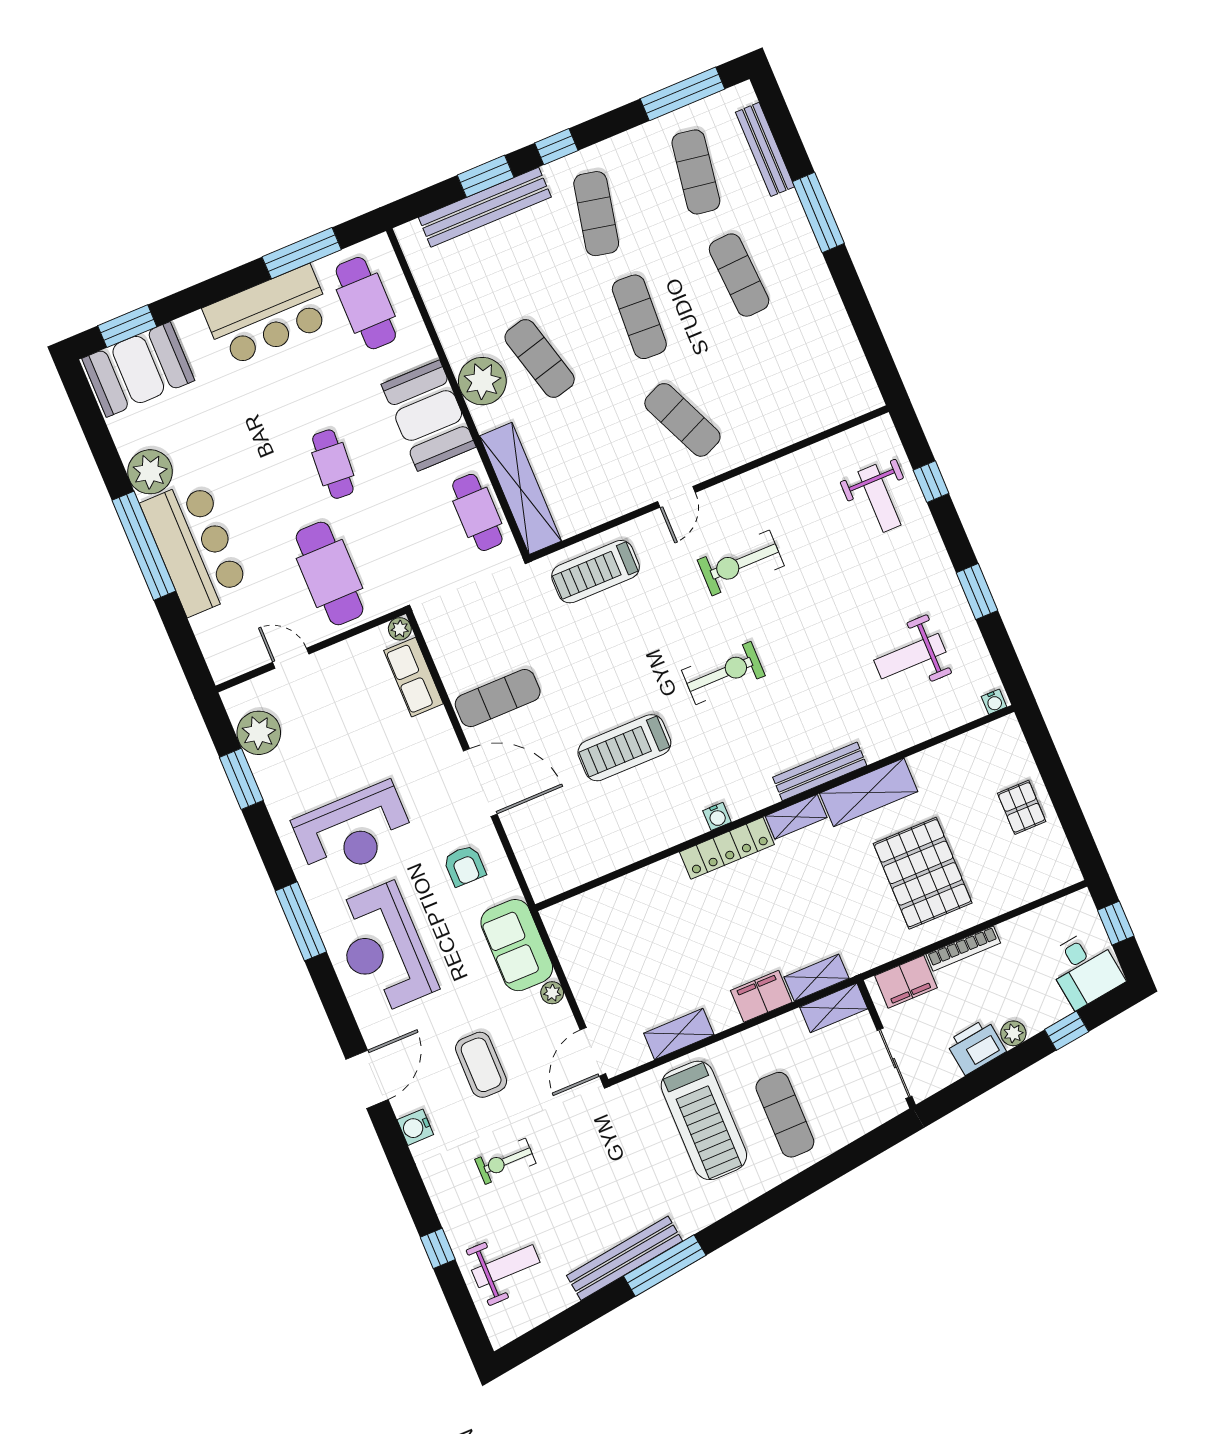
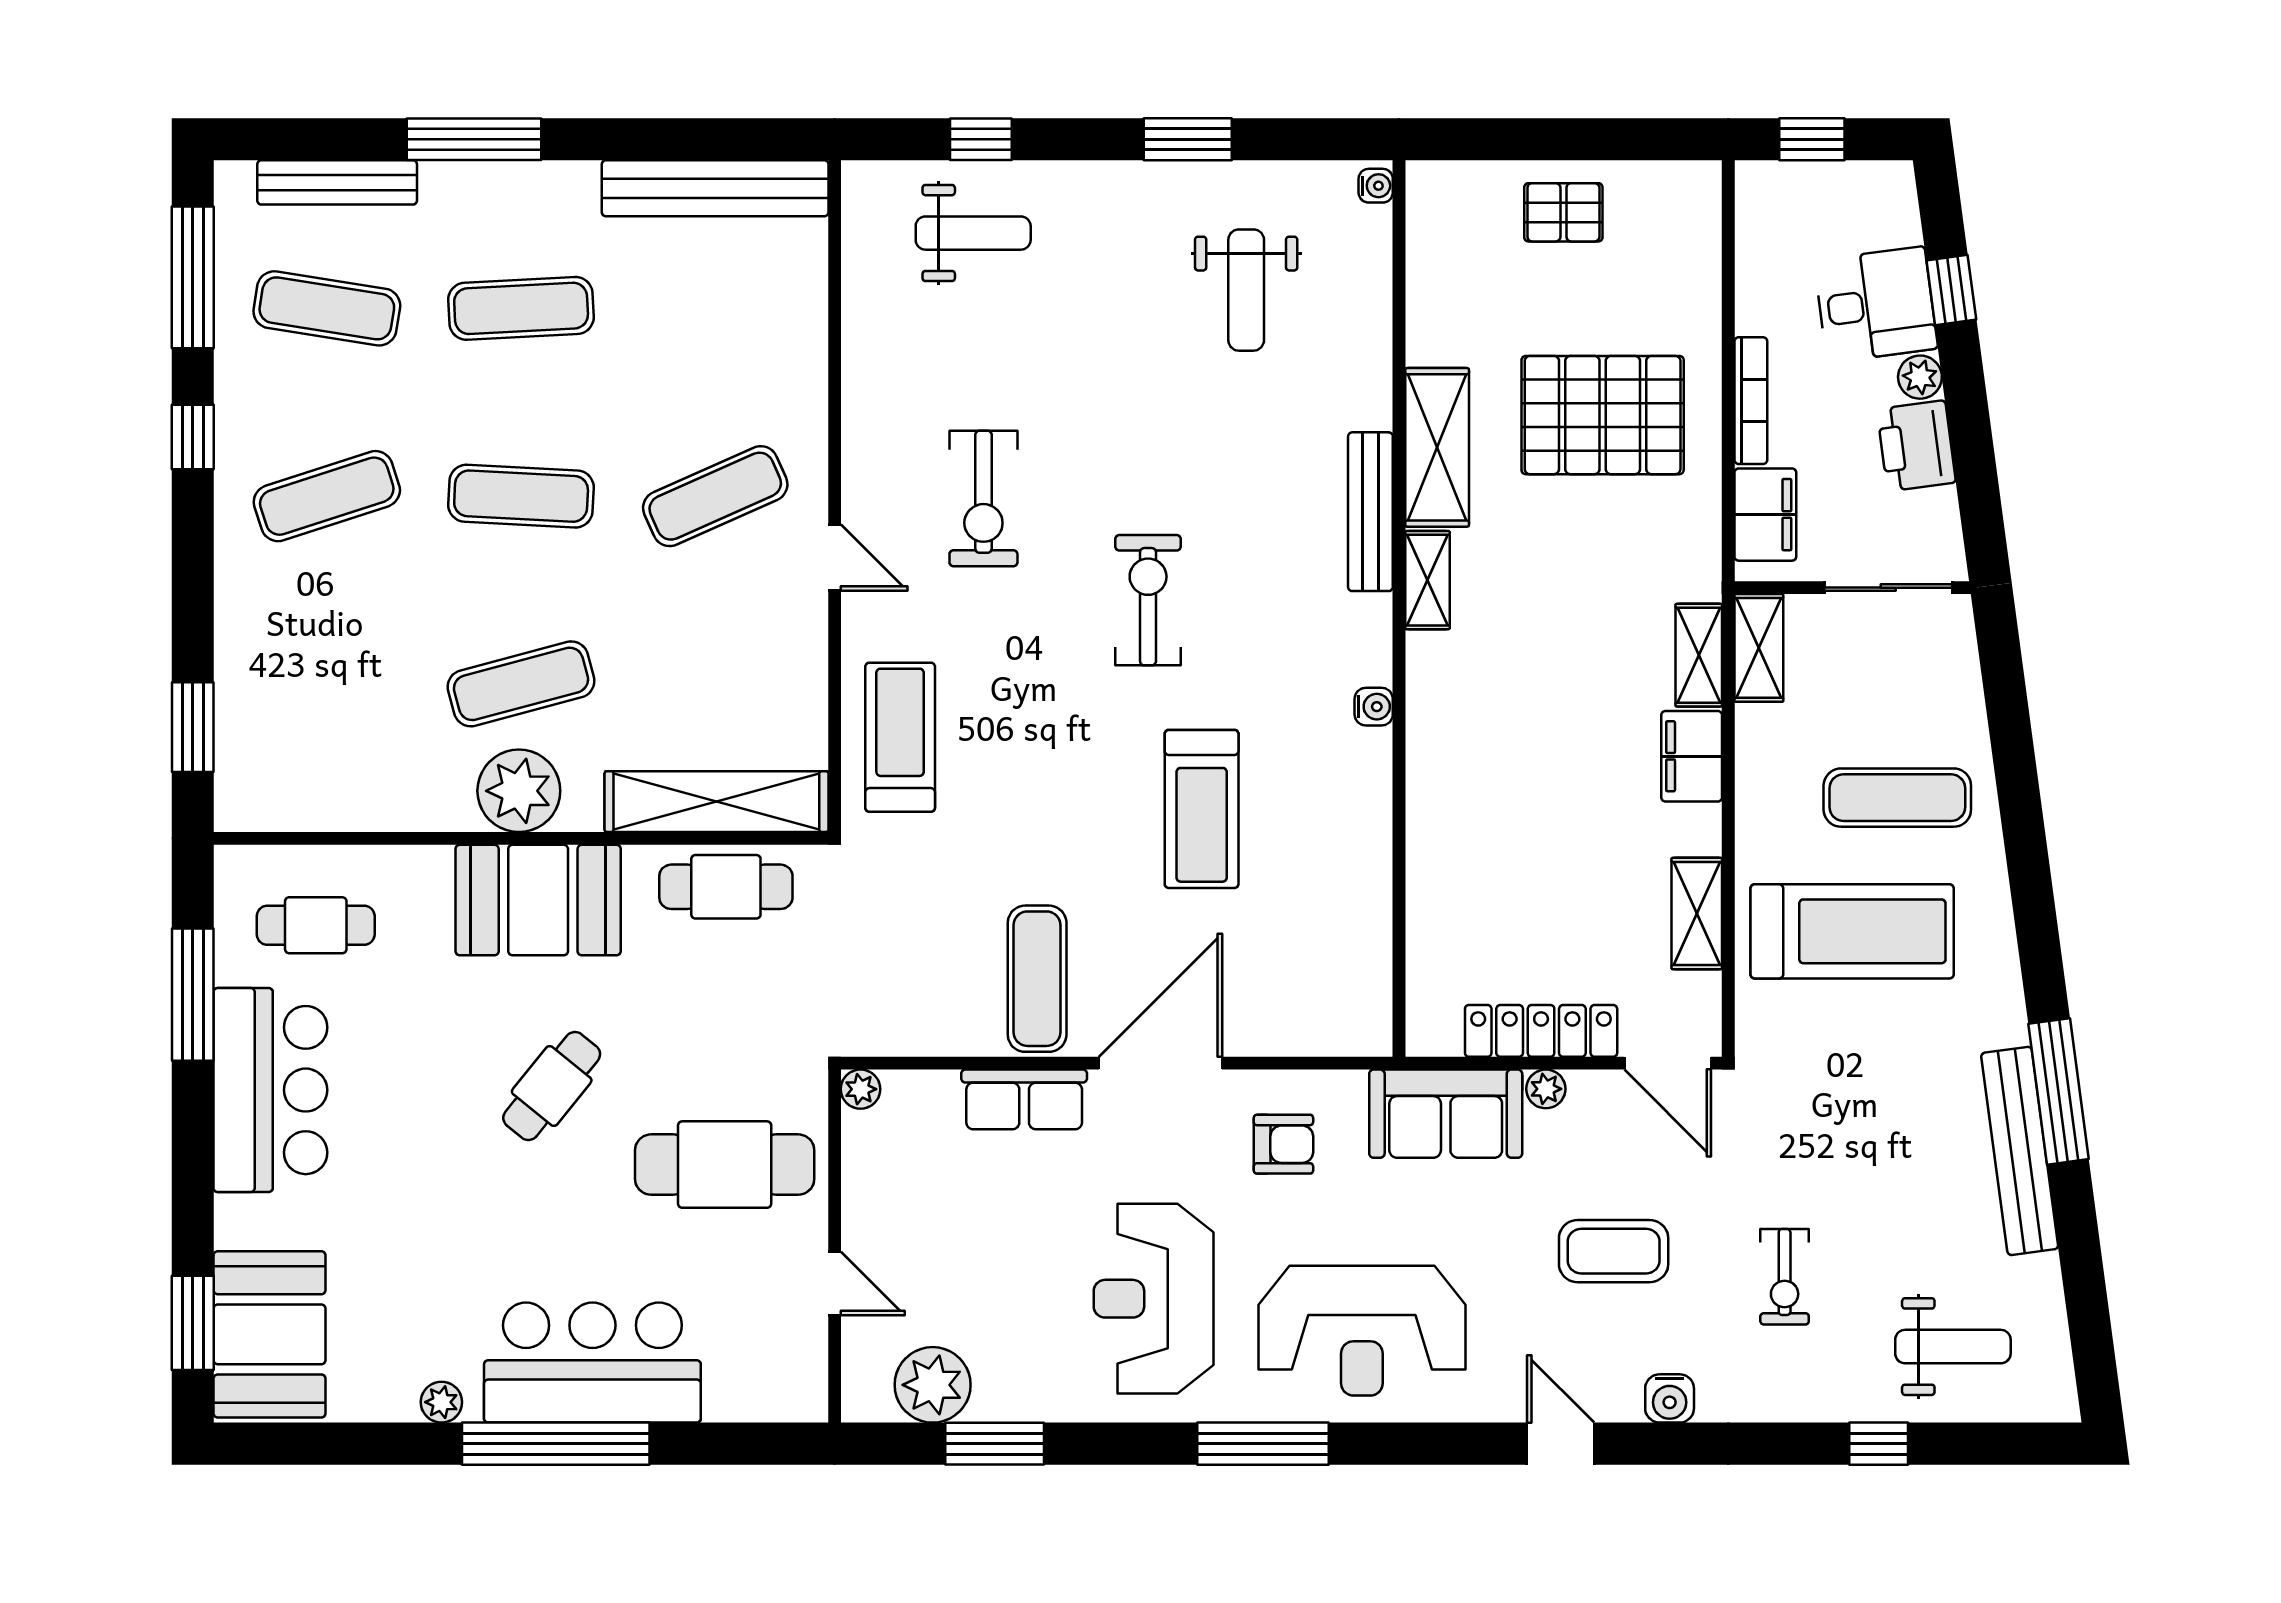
window: (556, 147) -> (193, 437), moved
window: (486, 176) -> (193, 727), moved
bench: (485, 207) -> (715, 188), moved, turned 90
exercise mat: (596, 214) -> (327, 496), turned -30
cafe table: (366, 303) -> (316, 925), width x0.73, depth x0.74
cafe table: (333, 464) -> (552, 1086), turned -55
plant: (150, 472) -> (441, 1402), width x0.53, depth x0.53
treadmill: (595, 572) -> (900, 737), turned 180
door: (291, 658) -> (835, 1284), swing flipped
row of seats: (414, 677) -> (1024, 1099), moved
reception desk: (354, 831) -> (1154, 1299), turned 180
locker: (727, 848) -> (1541, 1031), moved, turned -90
desk: (1085, 969) -> (1876, 305), moved
door: (367, 1079) -> (1561, 1444), width x0.73
weight bench: (506, 1266) -> (1953, 1347), turned 90

